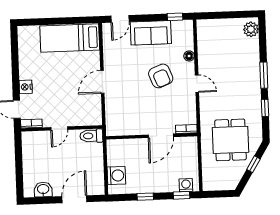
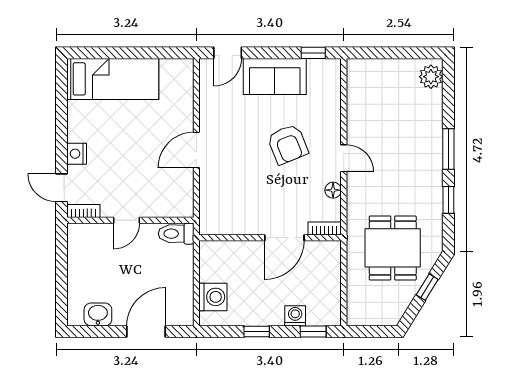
bed: (70, 38) -> (113, 79), moved, turned 180
floor lamp: (189, 56) -> (333, 190), moved
washing machine: (186, 185) -> (295, 316), moved

